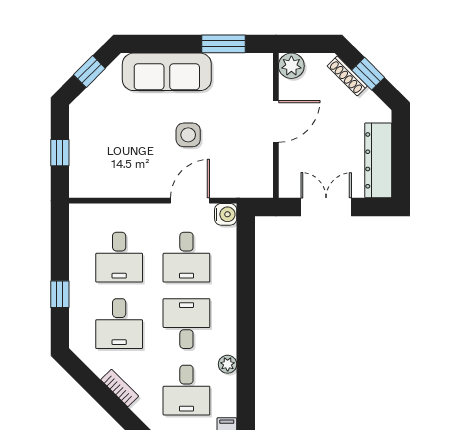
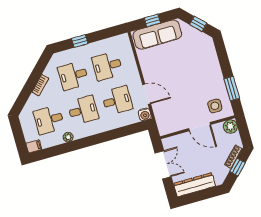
sofa: (167, 72) -> (157, 35), moved, turned -90
side table: (188, 135) -> (215, 106), moved
desk: (186, 257) -> (117, 100), turned 180

